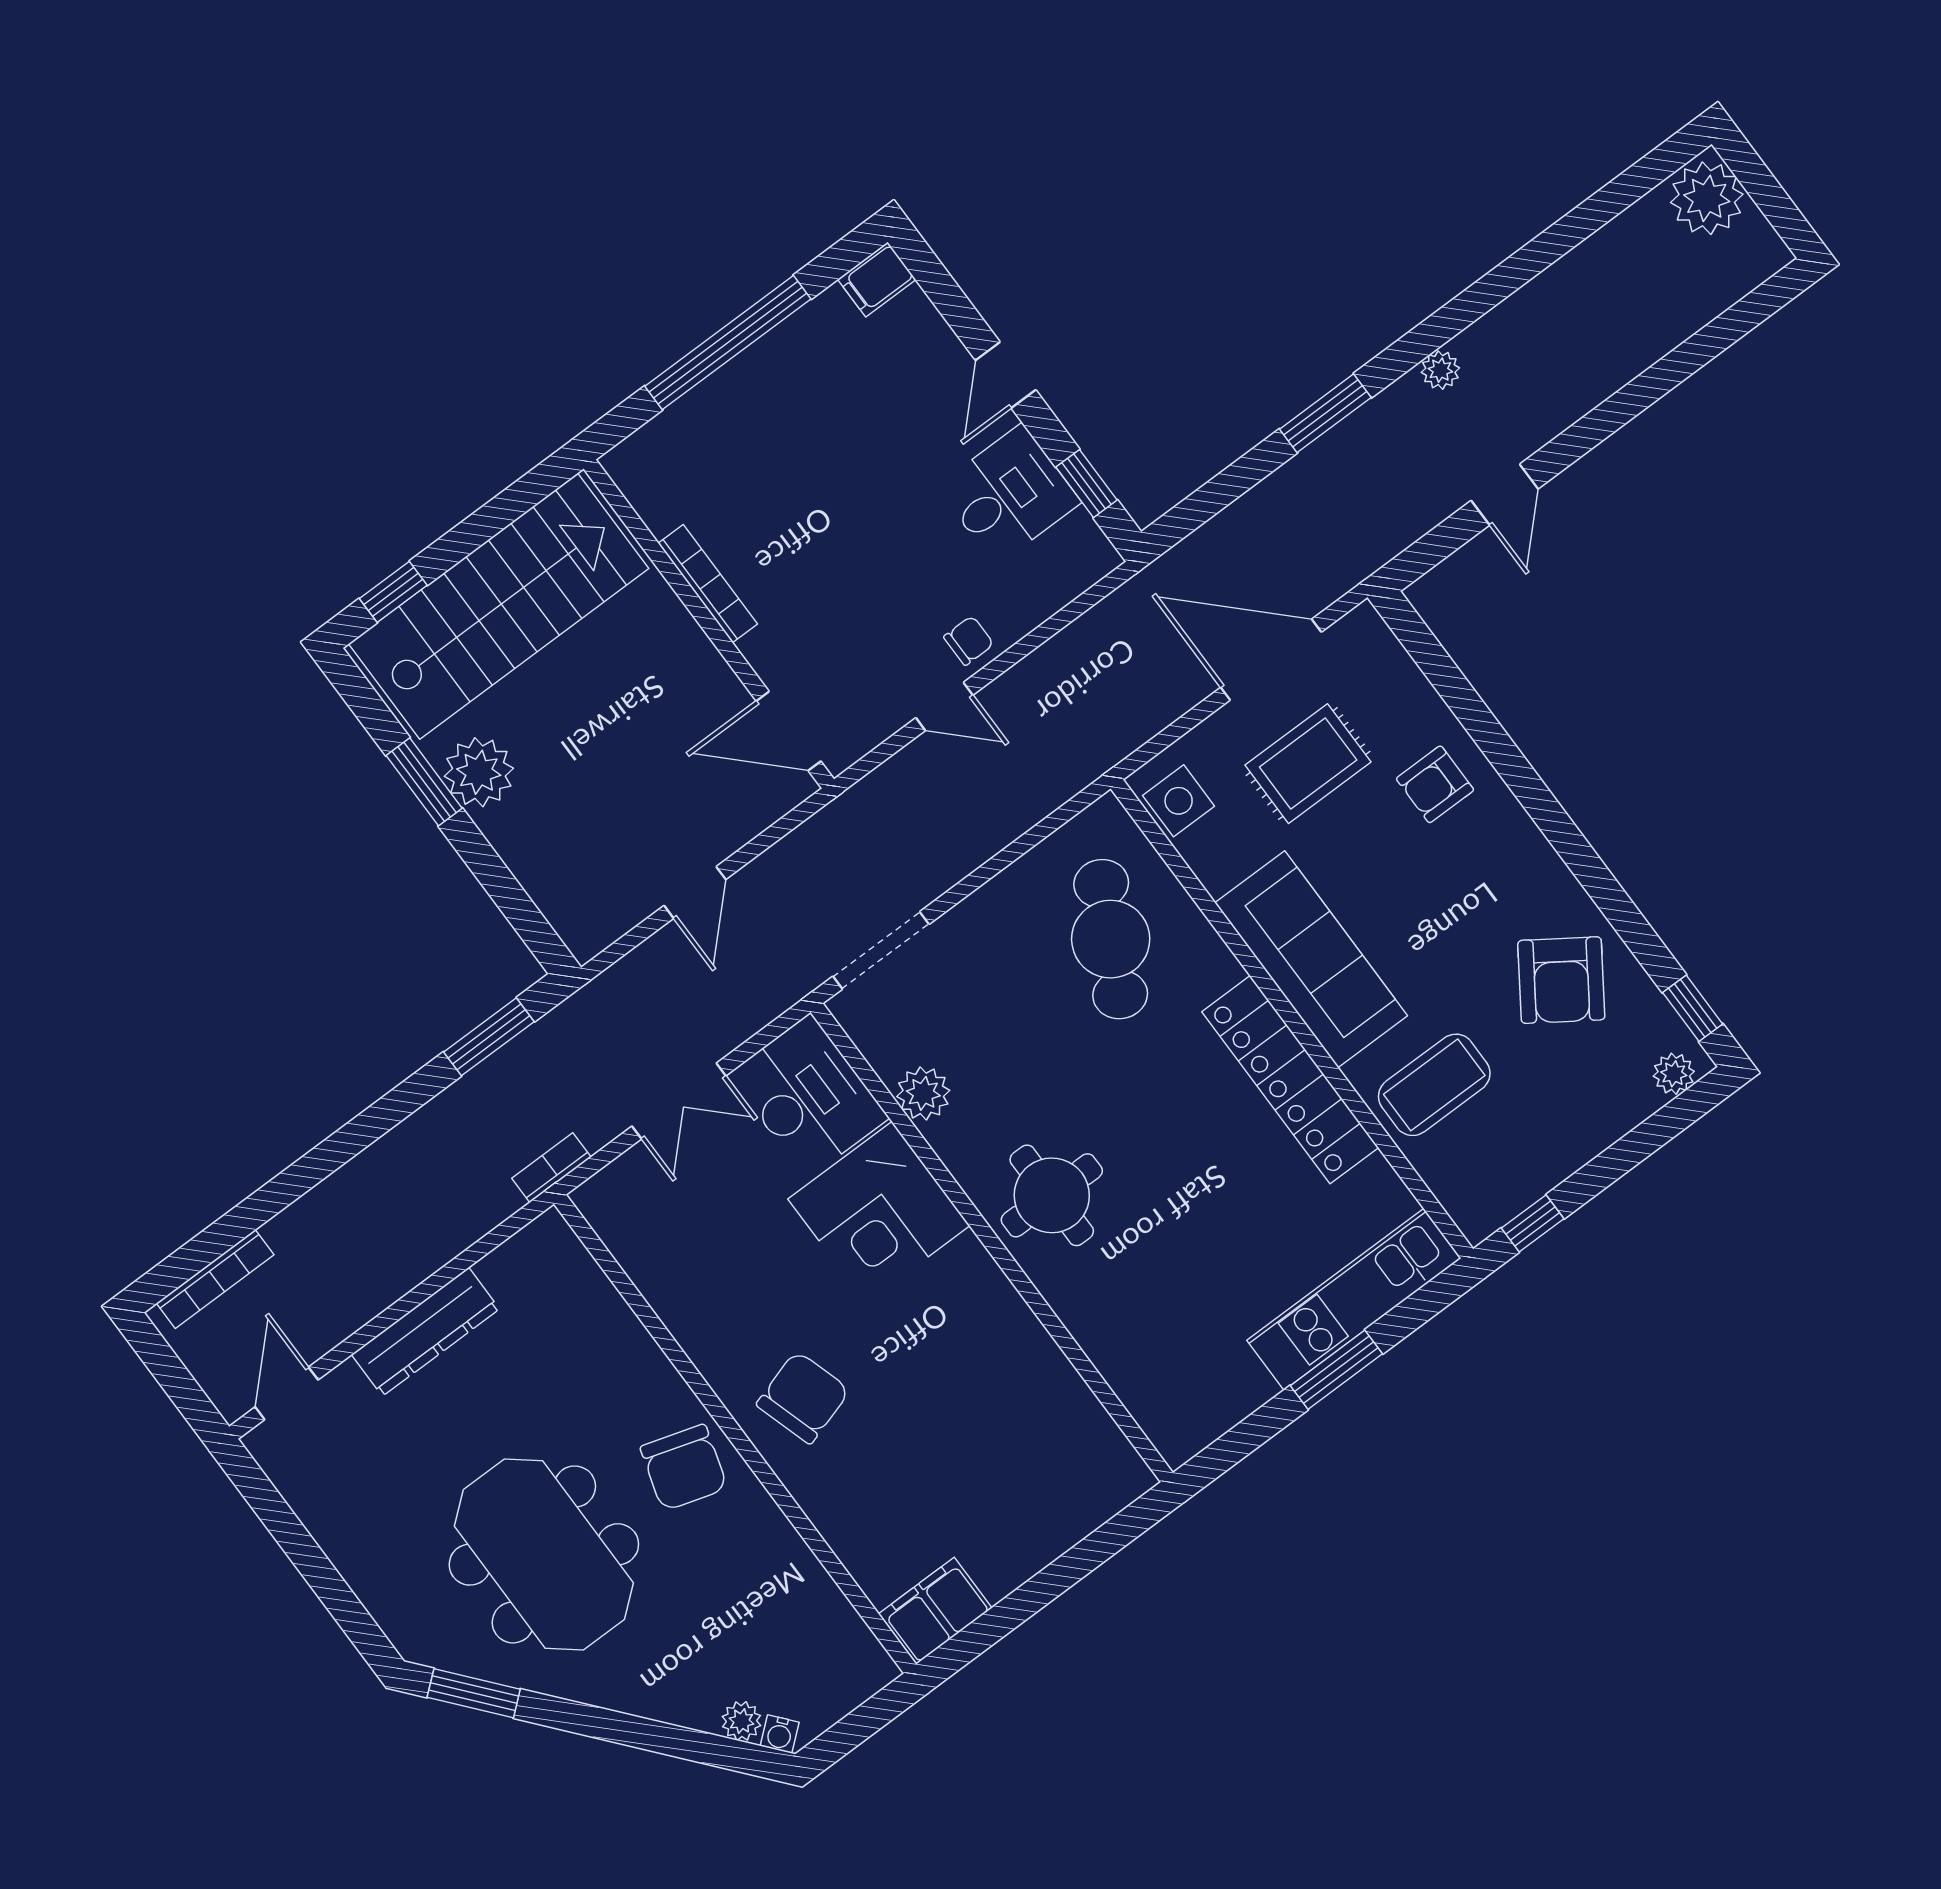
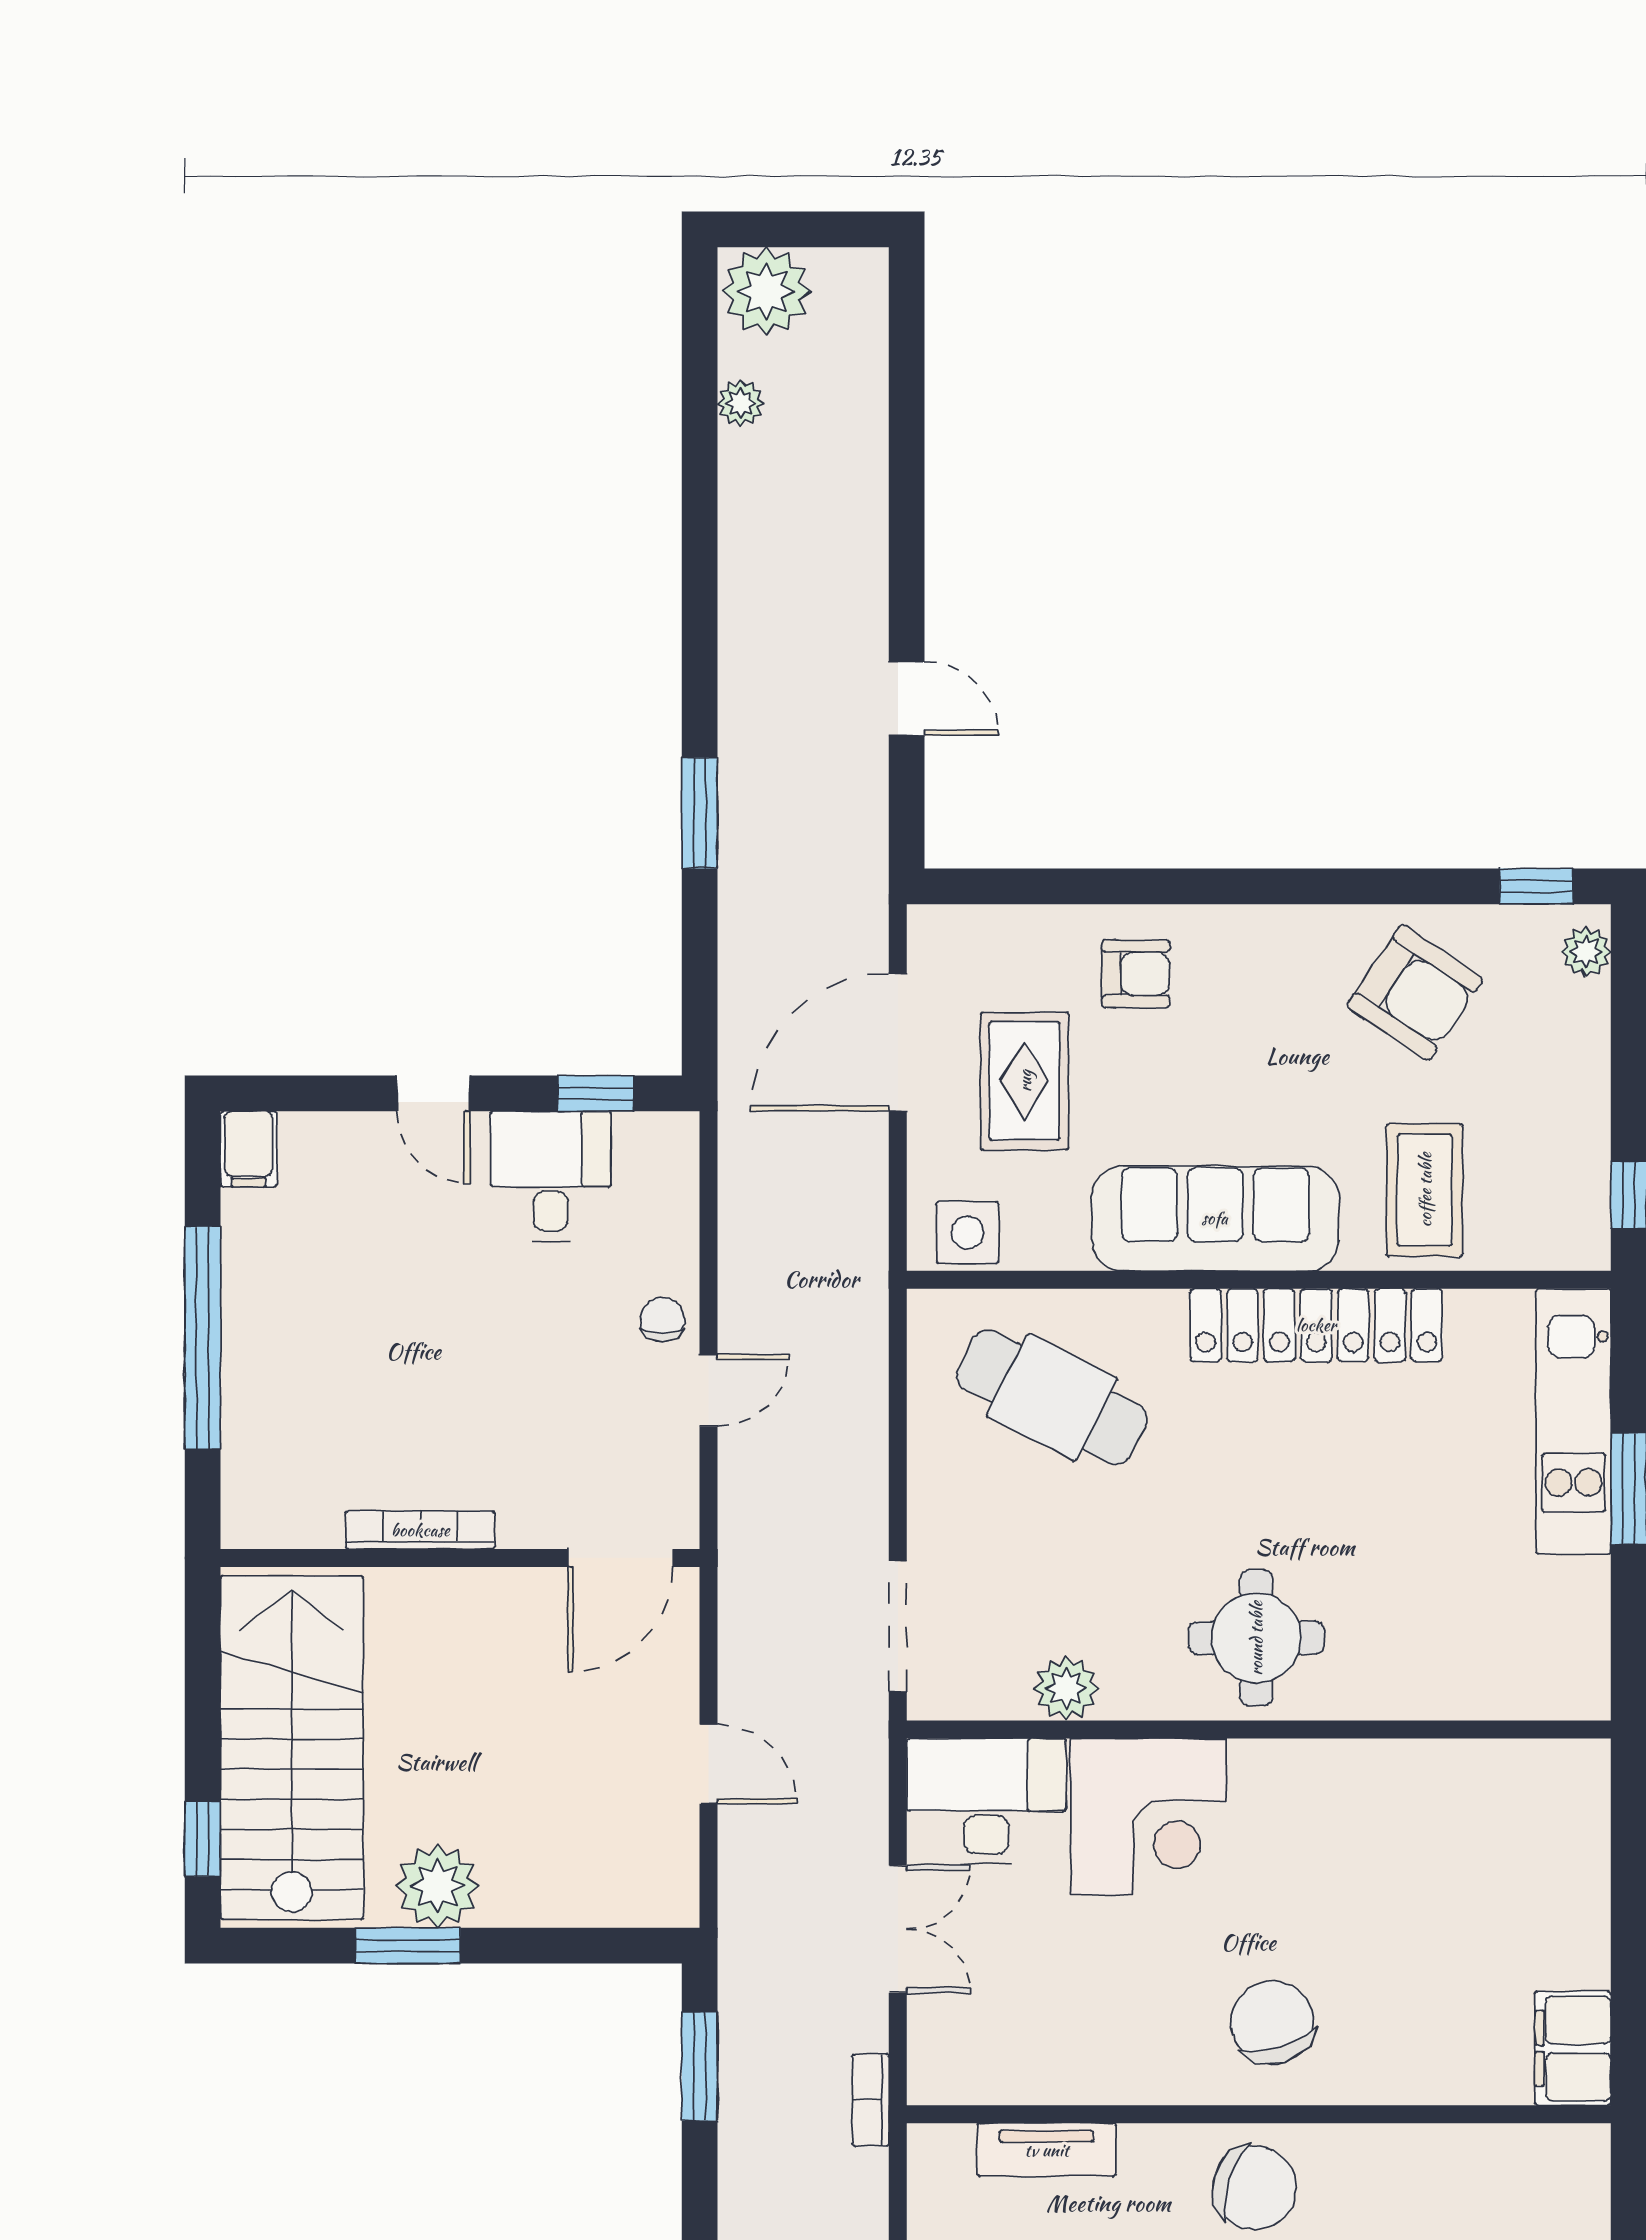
plant: (1440, 370) -> (741, 403), moved
armchair: (1435, 784) -> (1136, 974), turned -90
tv unit: (606, 1310) -> (1047, 2150), added

